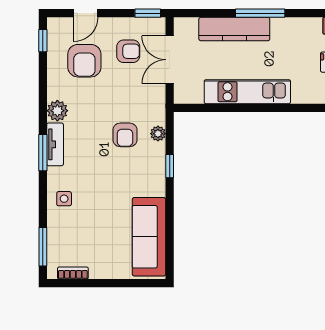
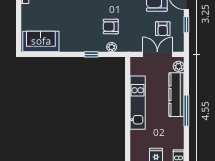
window: (148, 13) -> (186, 25), moved
plant: (189, 26) -> (179, 66), added
sofa: (149, 237) -> (41, 41), width x0.73

